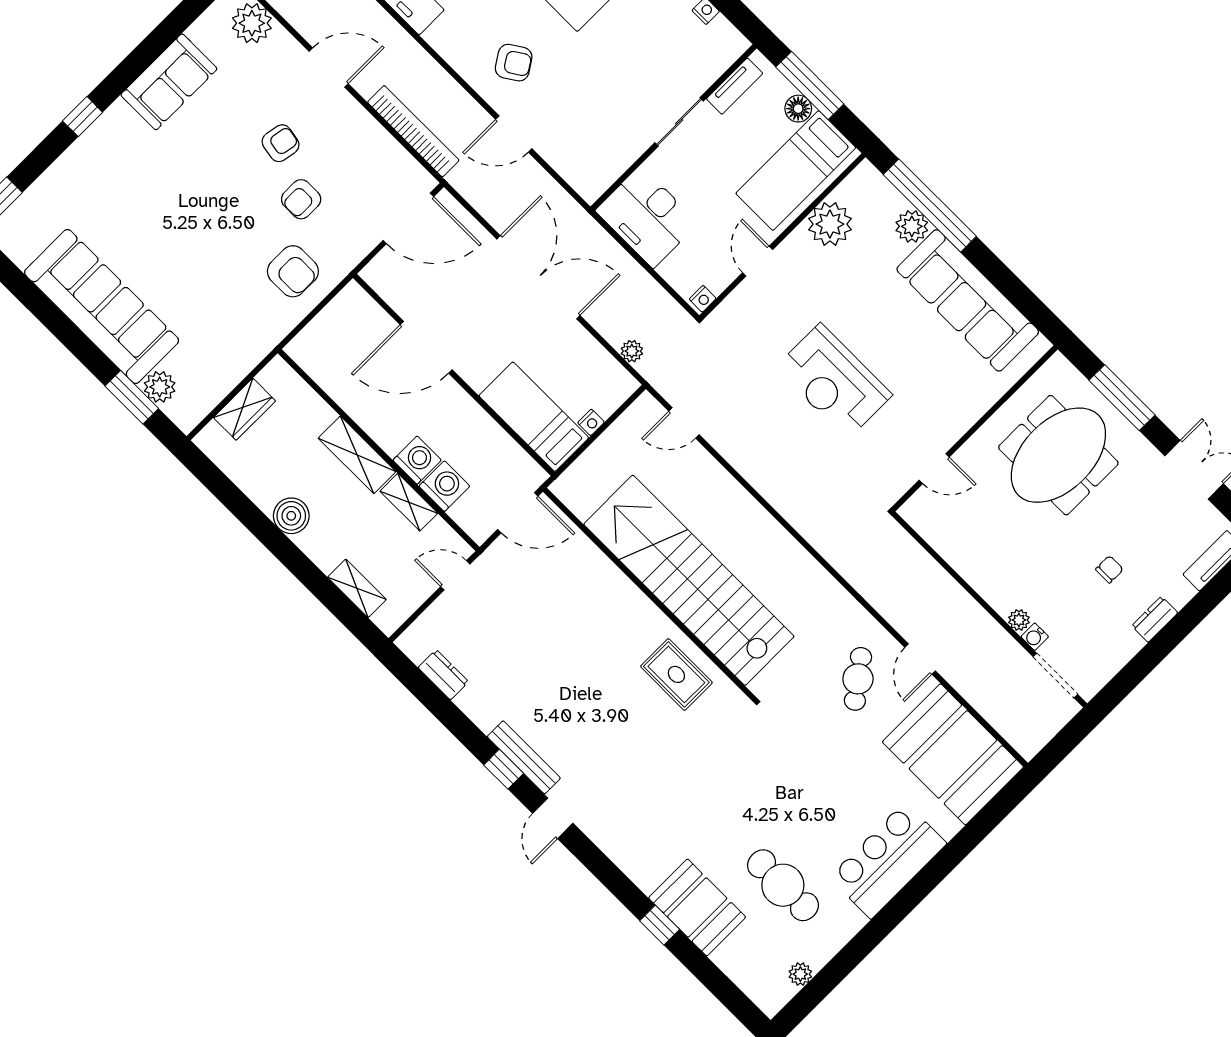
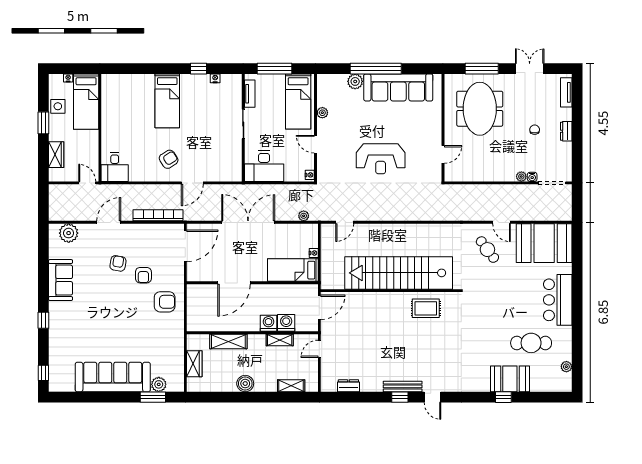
floor lamp: (798, 109) -> (278, 80), removed
window: (930, 205) -> (376, 69), moved
plant: (830, 224) -> (322, 113), width x0.53, depth x0.53
shelving: (357, 455) -> (228, 341), moved

